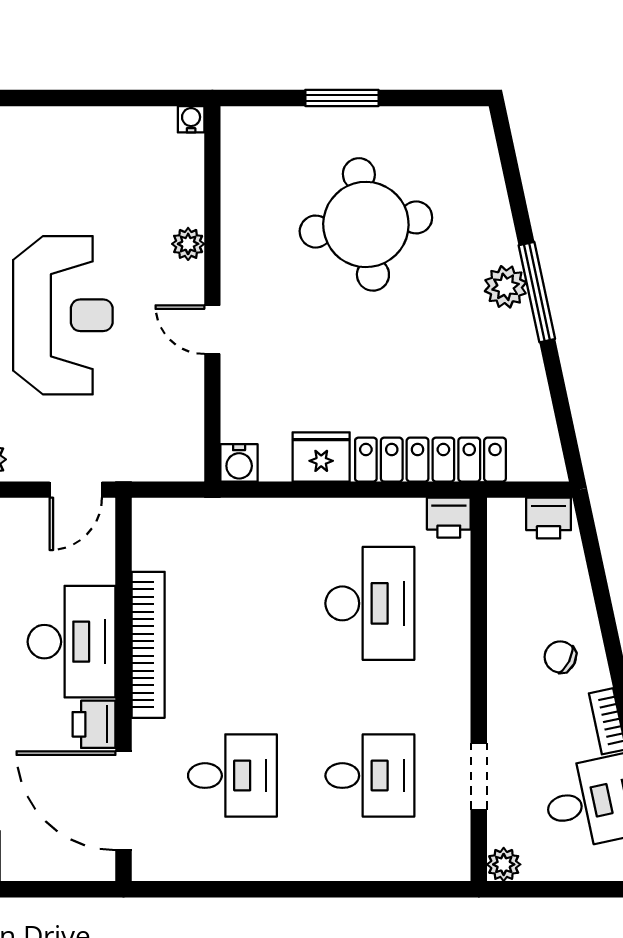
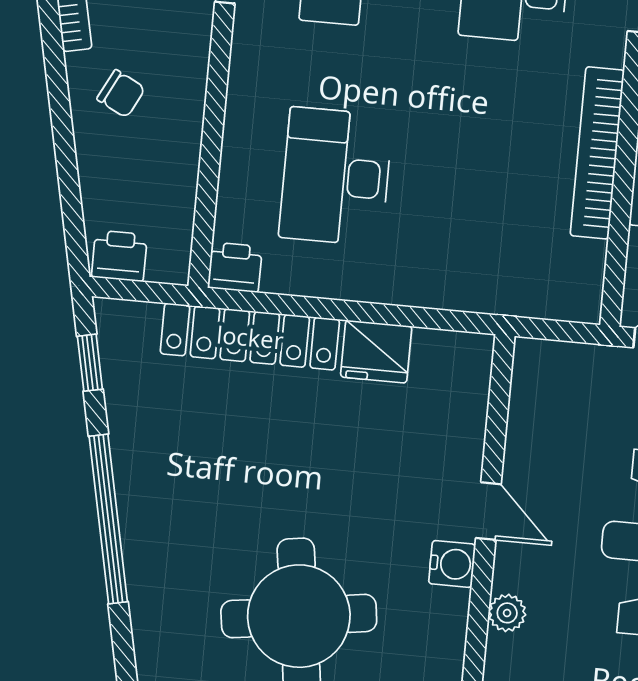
plant: (506, 287) -> (144, 529), removed
window: (537, 292) -> (108, 519), width x1.46
window: (565, 424) -> (90, 363), added
water cooler: (239, 463) -> (452, 564), moved, turned 90

